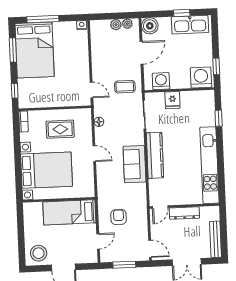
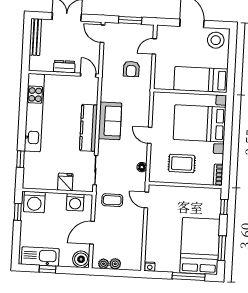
door: (160, 207) -> (88, 75), hinge flipped
bed: (69, 212) -> (201, 80), moved, turned 180
dresser: (184, 213) -> (64, 67), width x0.70

